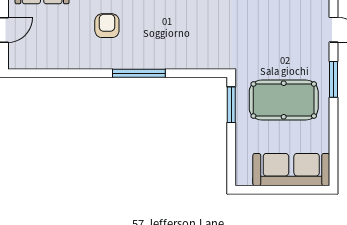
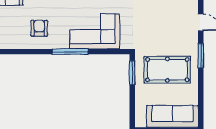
armchair: (107, 26) -> (39, 28), moved
corner sofa: (176, 43) -> (95, 31), added

